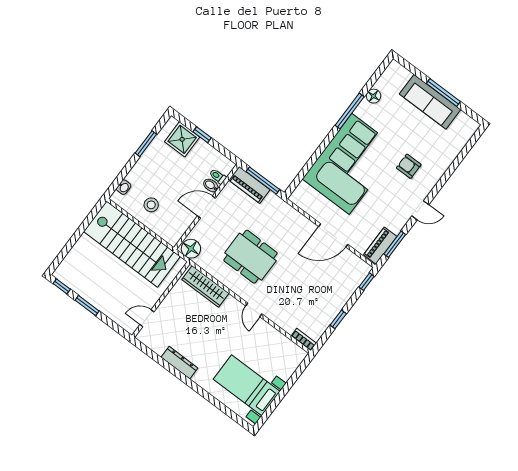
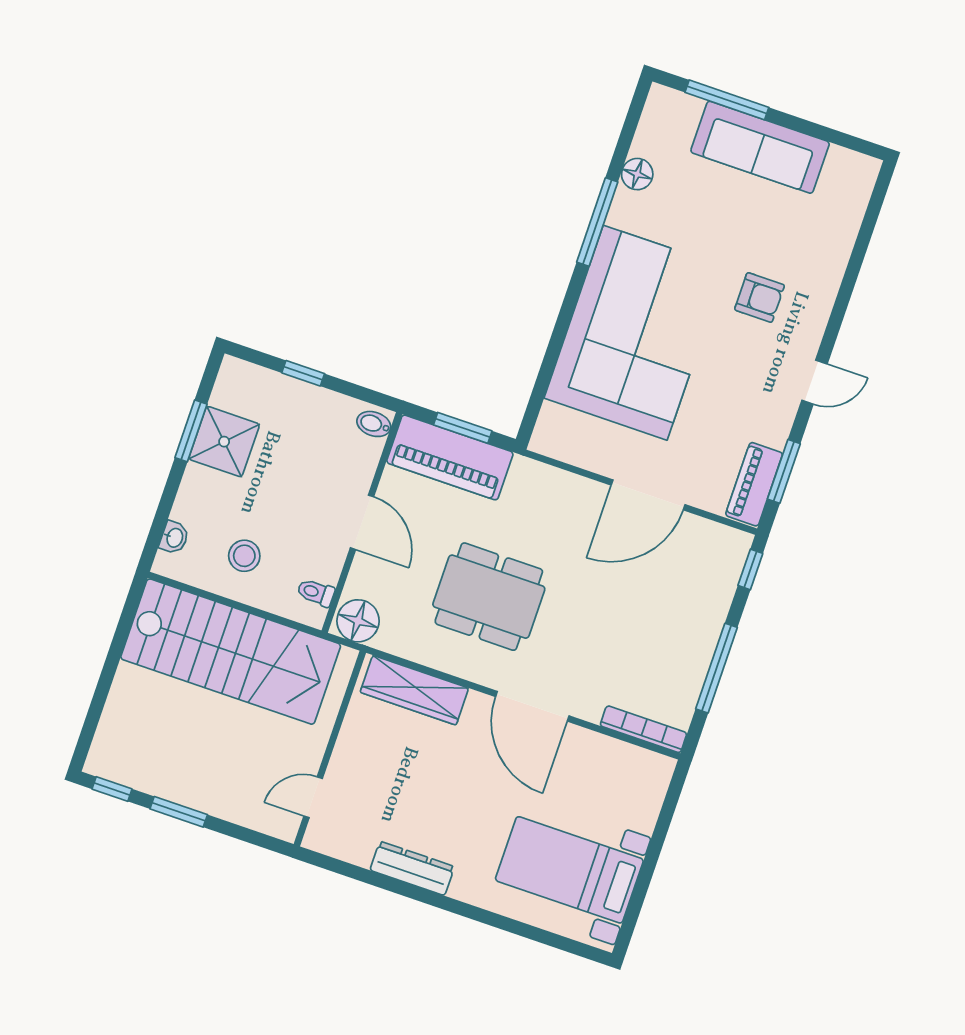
window: (443, 93) -> (727, 100), moved
shower: (182, 139) -> (224, 442), moved
armchair: (409, 166) -> (760, 297), turned 180
toilet: (218, 176) -> (316, 593), moved
window: (263, 181) -> (463, 428), width x0.69
bidet: (211, 185) -> (374, 424), moved
piano: (249, 185) -> (450, 457), width x1.37, depth x1.33
door: (206, 207) -> (362, 522), swing flipped
door: (254, 310) -> (532, 706), width x1.87
window: (338, 319) -> (716, 668), width x2.17
bookcase: (304, 340) -> (643, 729), width x1.56

